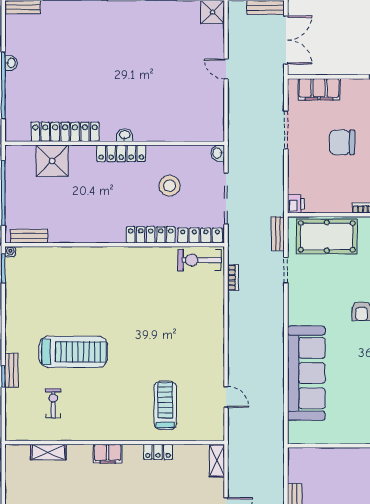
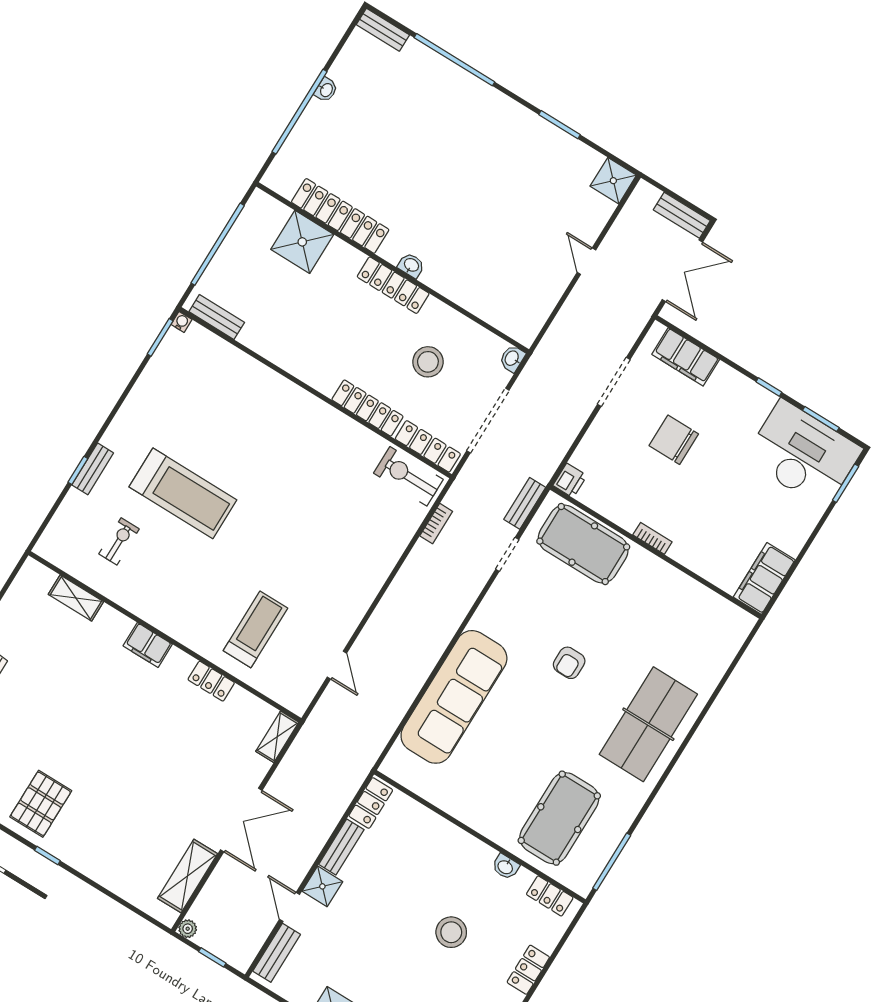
locker: (296, 465) -> (371, 803), added

